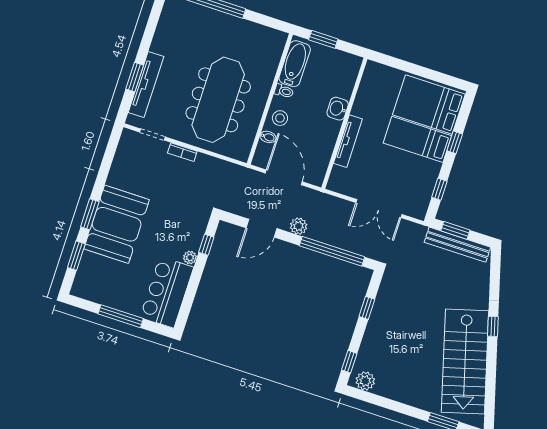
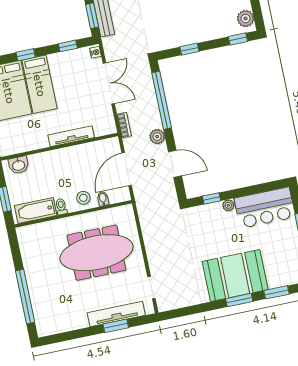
washbasin: (338, 109) -> (19, 165), moved
bookcase: (182, 152) -> (124, 125), moved
nightstand: (417, 213) -> (95, 52), added

